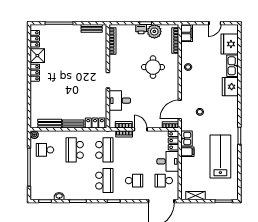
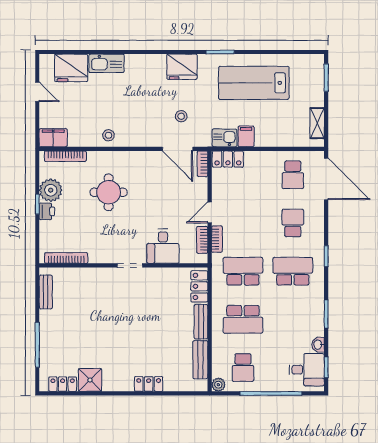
locker: (35, 73) -> (149, 384), moved
fridge: (230, 87) -> (182, 67), moved
desk: (168, 161) -> (307, 370), moved, turned 90

